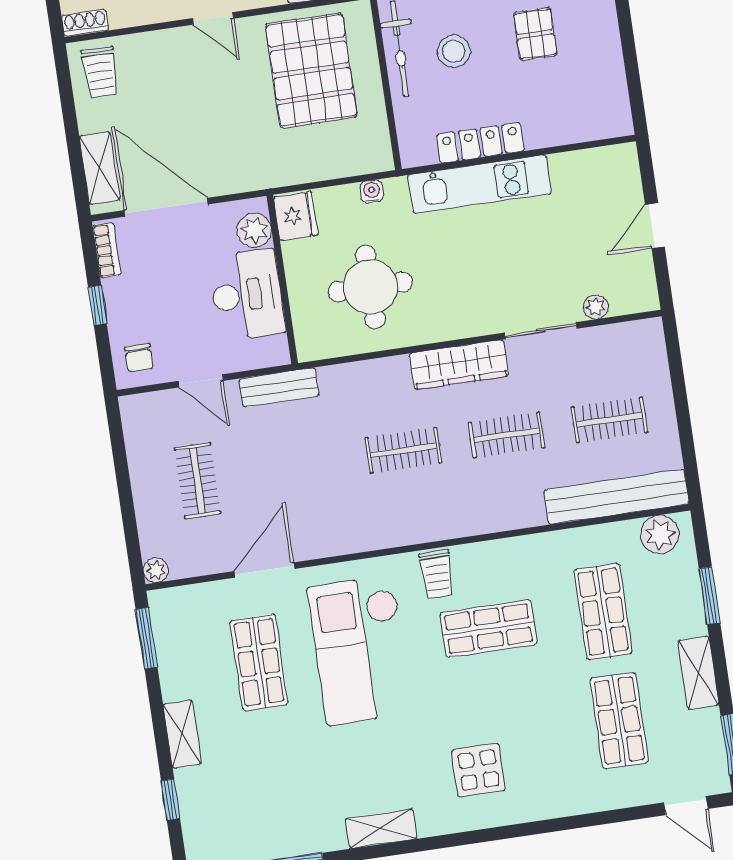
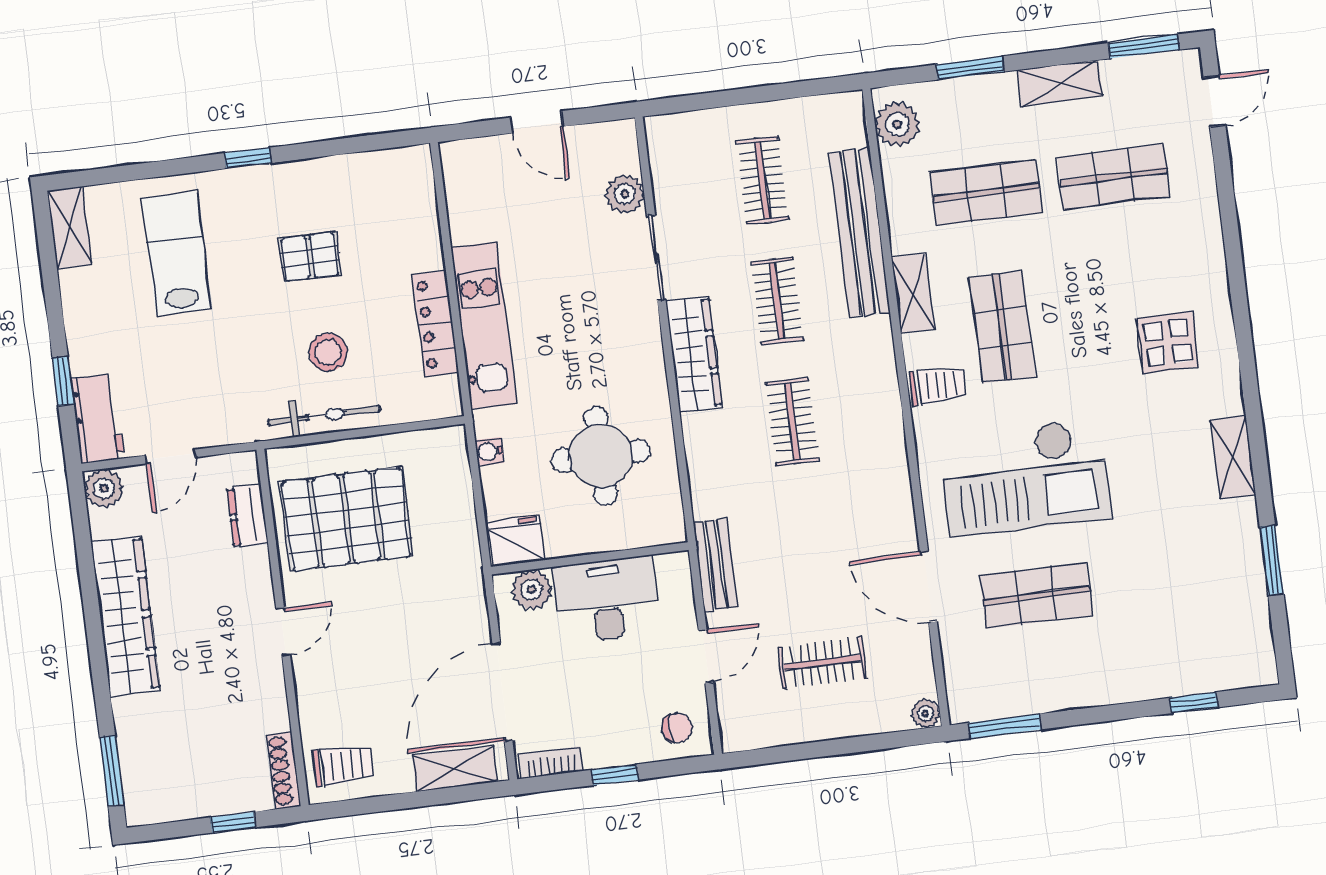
shoe rack: (85, 23) -> (284, 771), width x1.43
plant: (596, 307) -> (625, 194), width x1.38, depth x1.38
bench: (617, 497) -> (860, 233), moved
shelving: (182, 734) -> (913, 293), moved, turned 90

